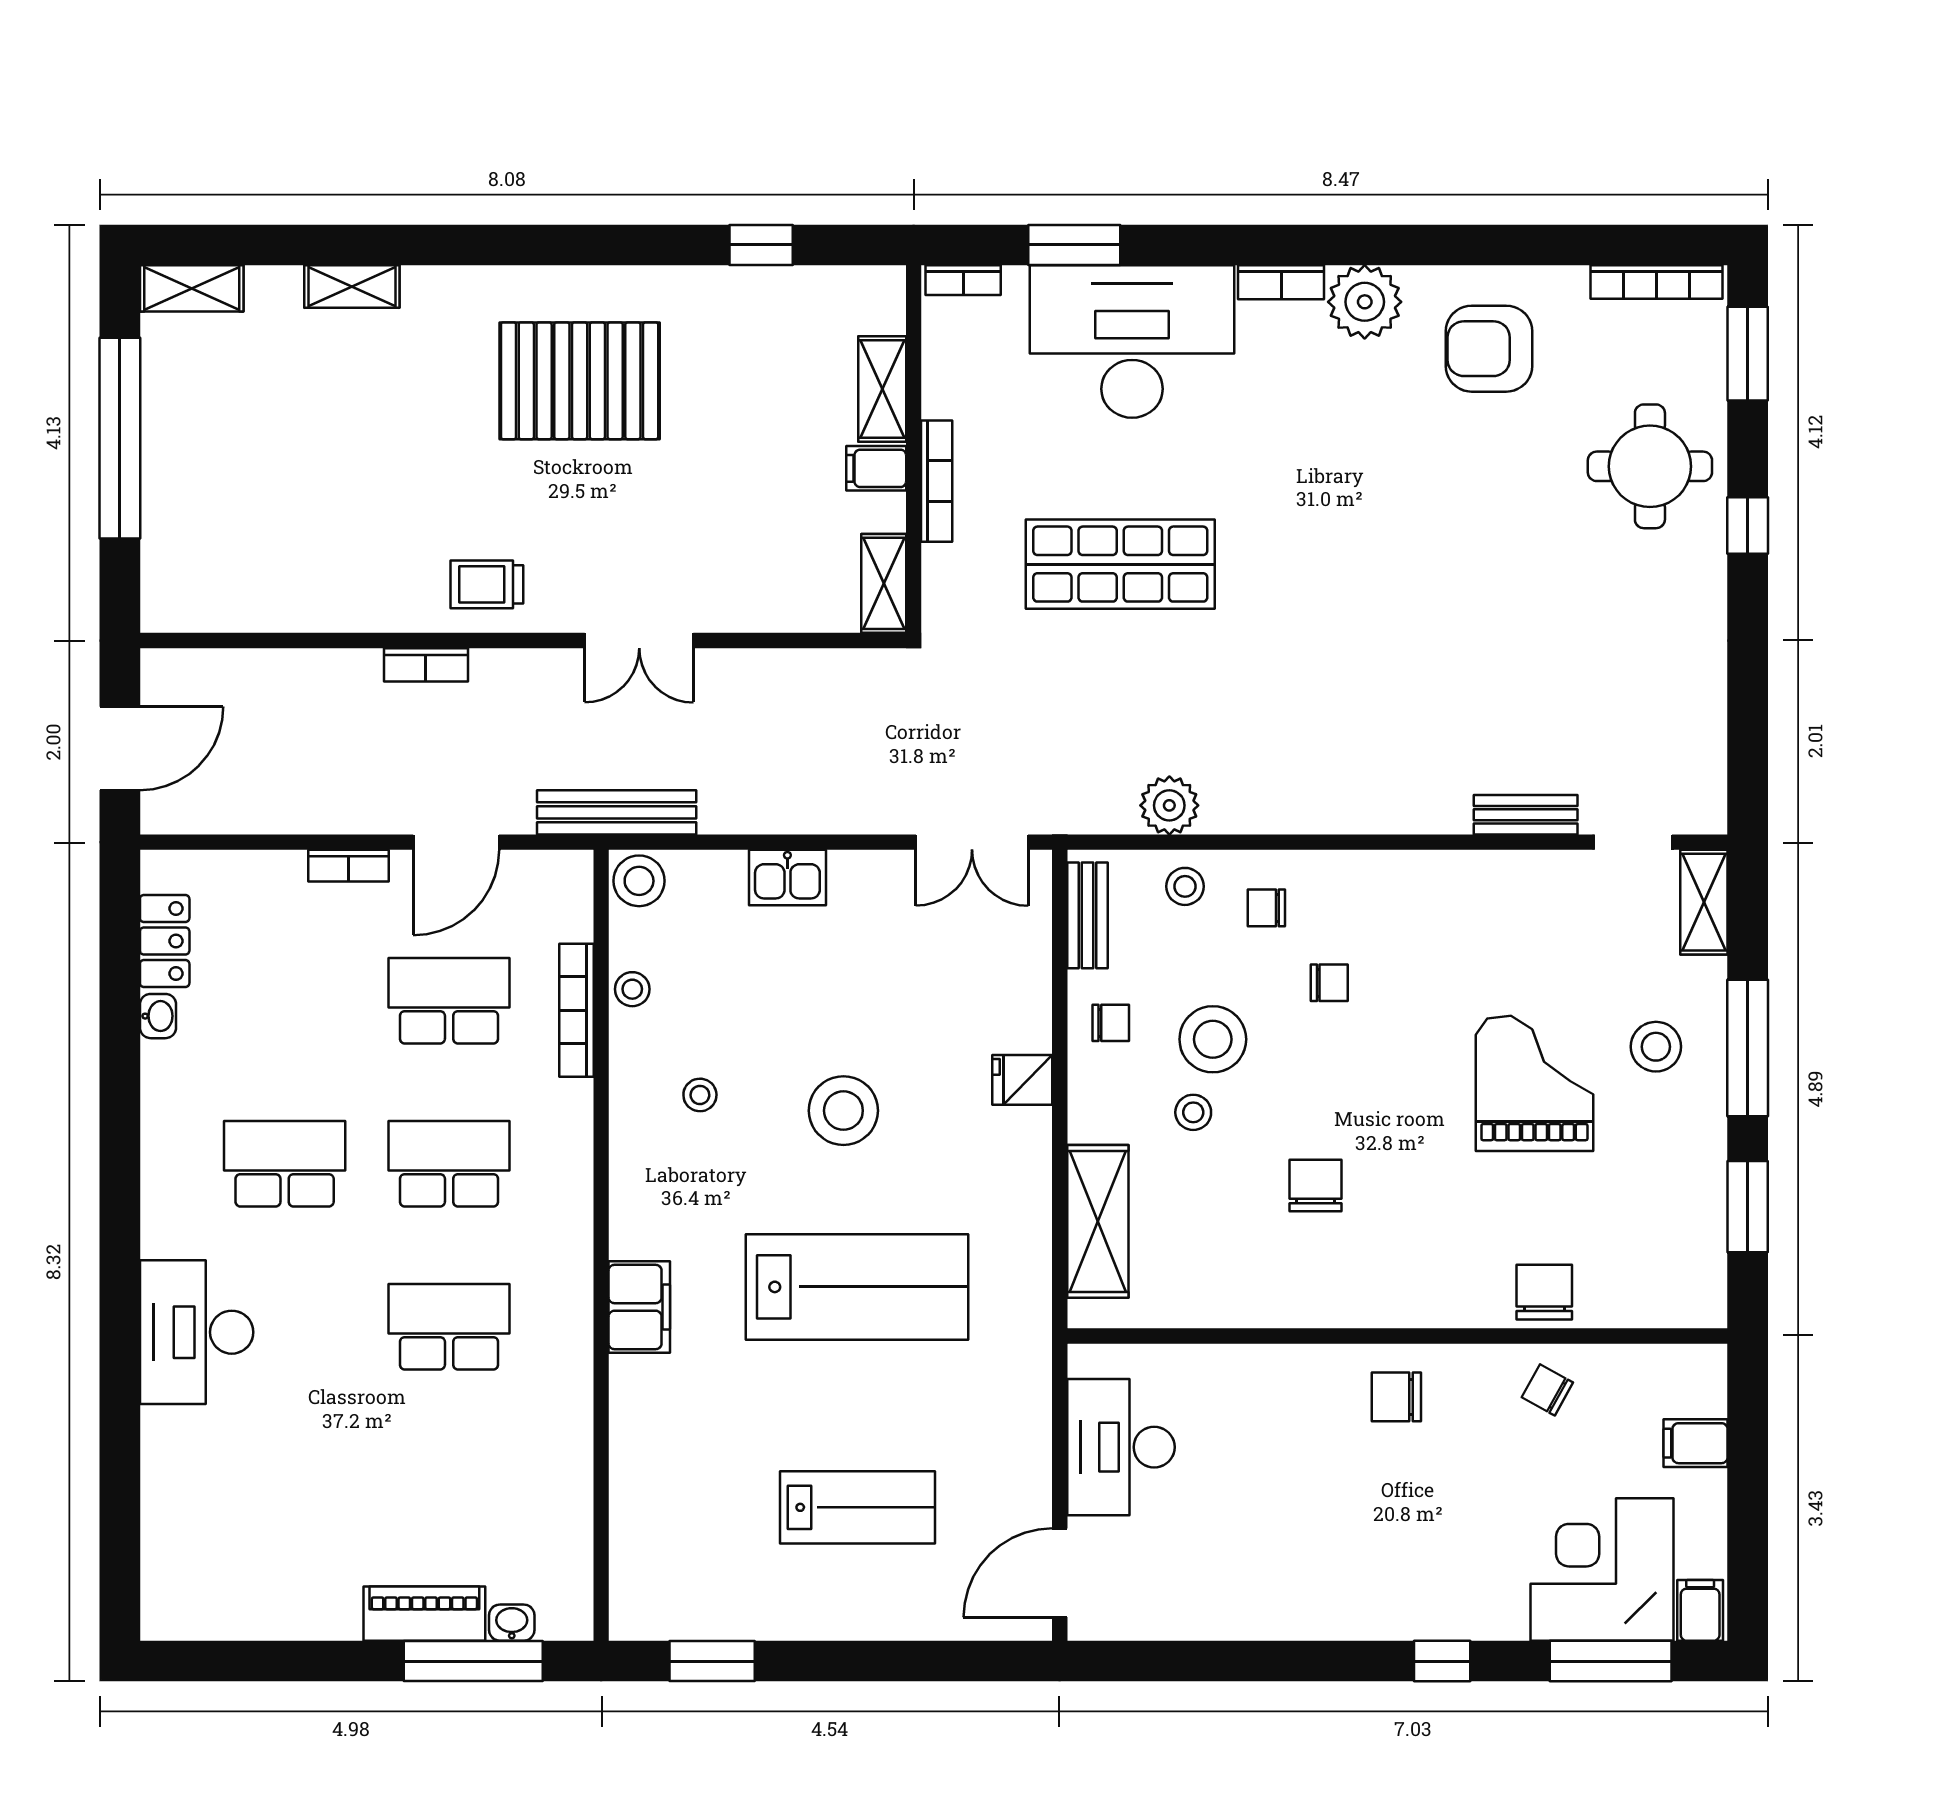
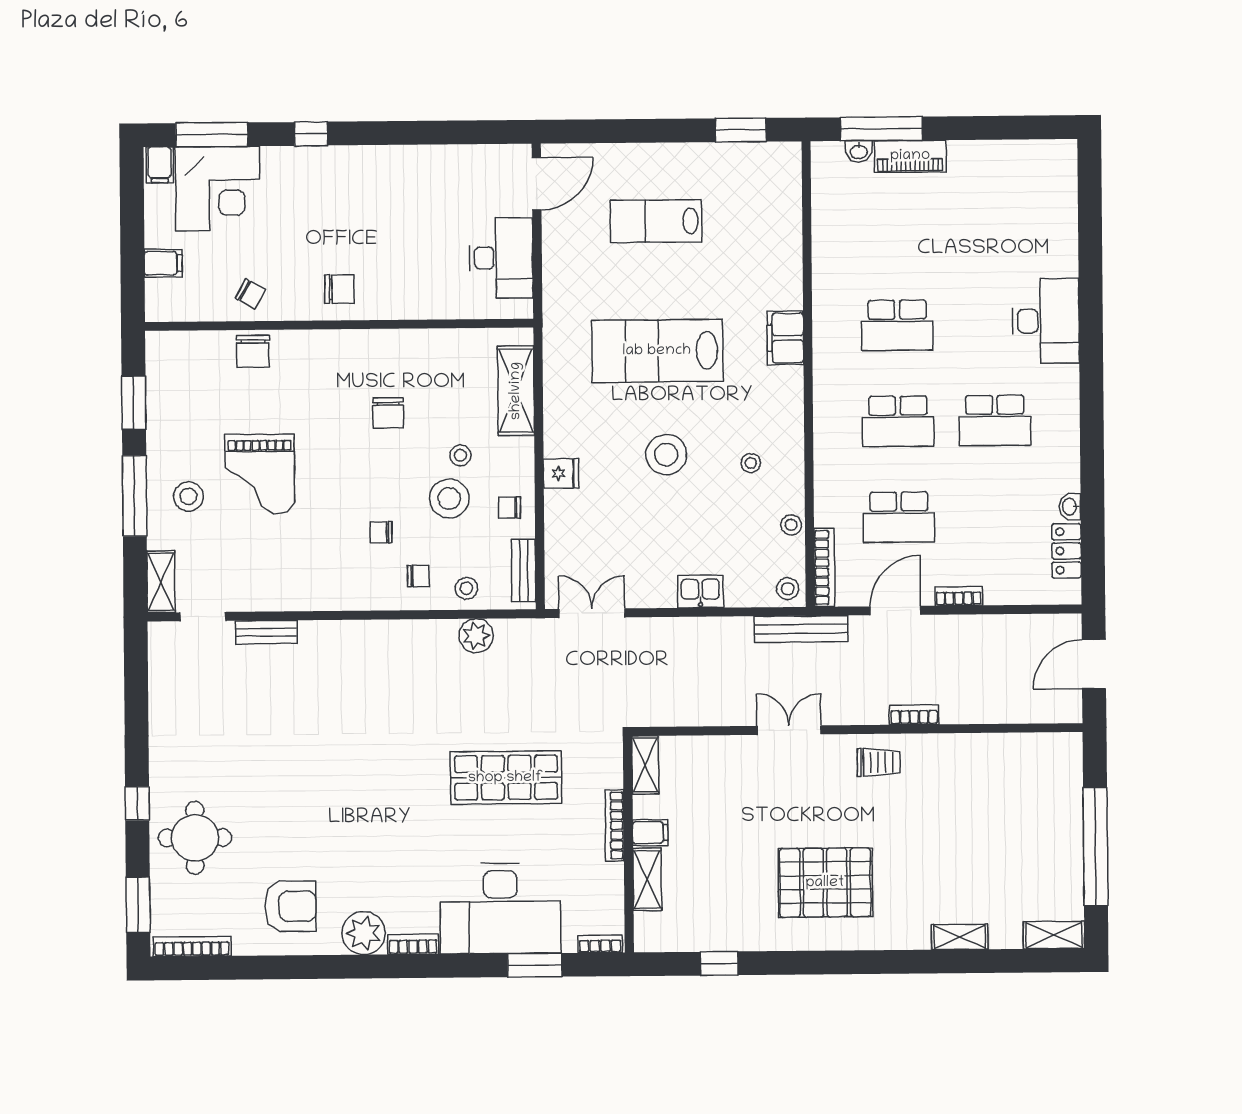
stool: (639, 881) -> (788, 589), width x0.73, depth x0.73
bookcase: (576, 1010) -> (824, 567), moved

